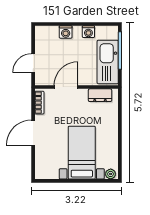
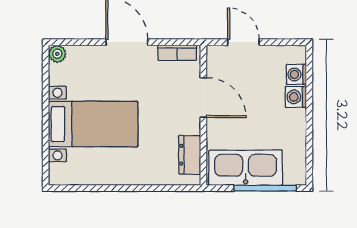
washing machine: (88, 32) -> (296, 74), moved
plant: (111, 174) -> (57, 54), moved

